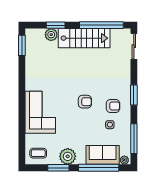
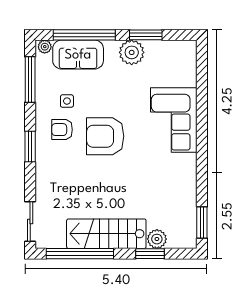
armchair: (85, 102) -> (105, 136), width x1.88, depth x1.88
coffee table: (38, 153) -> (177, 57), removed

